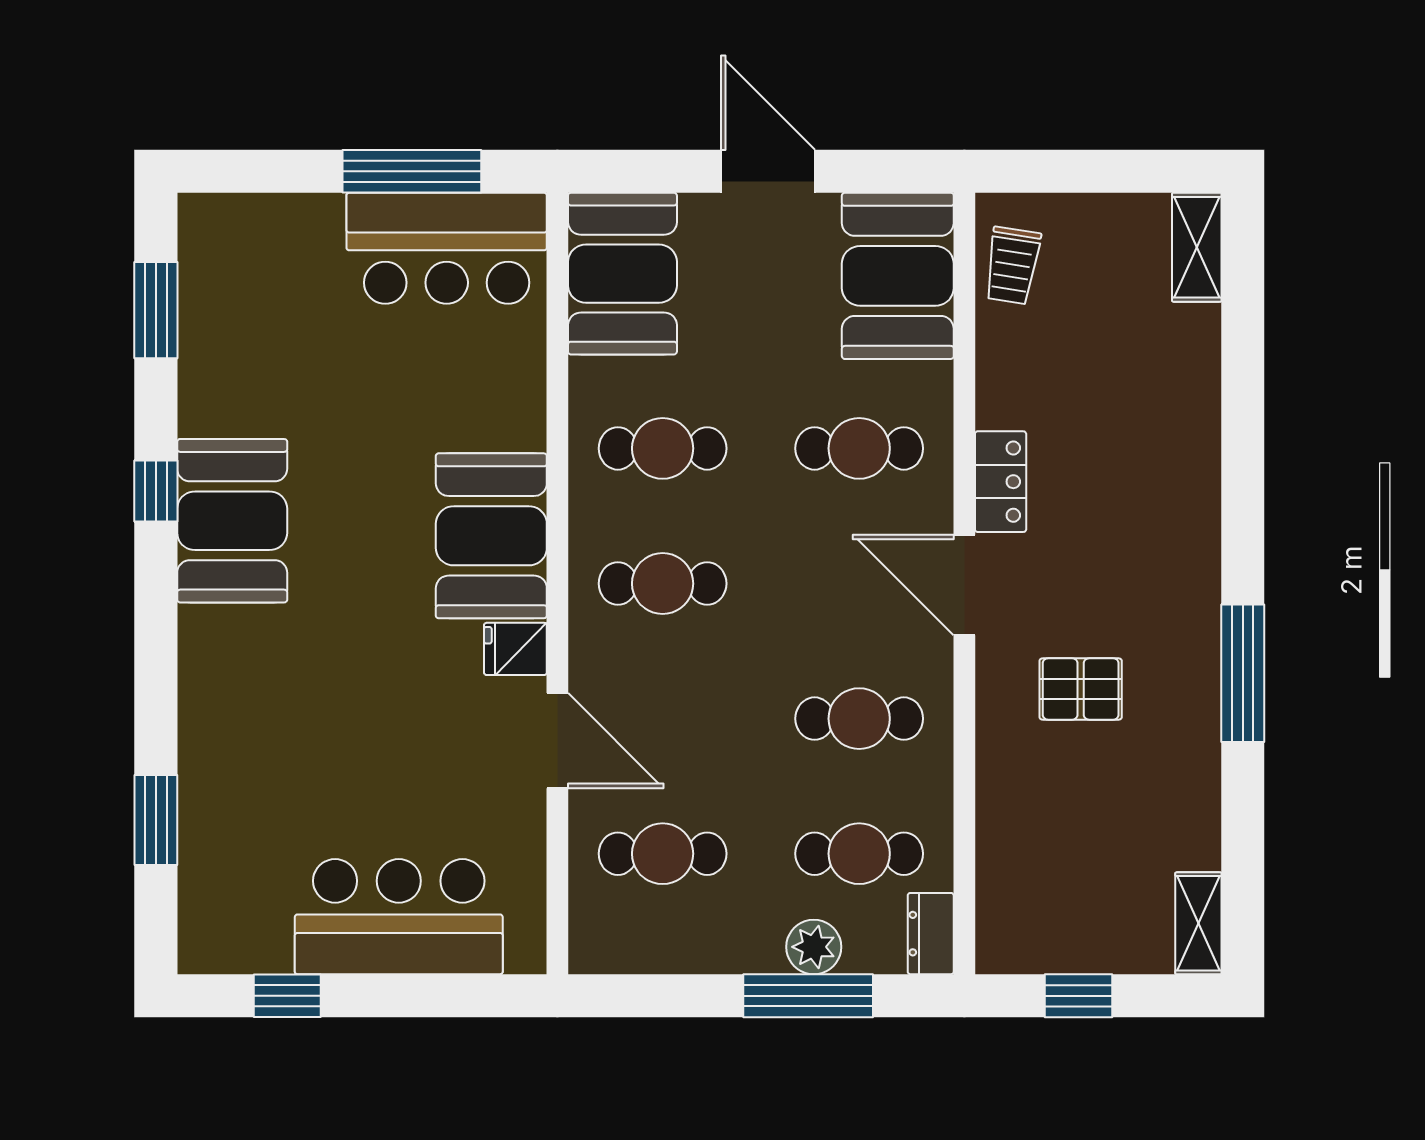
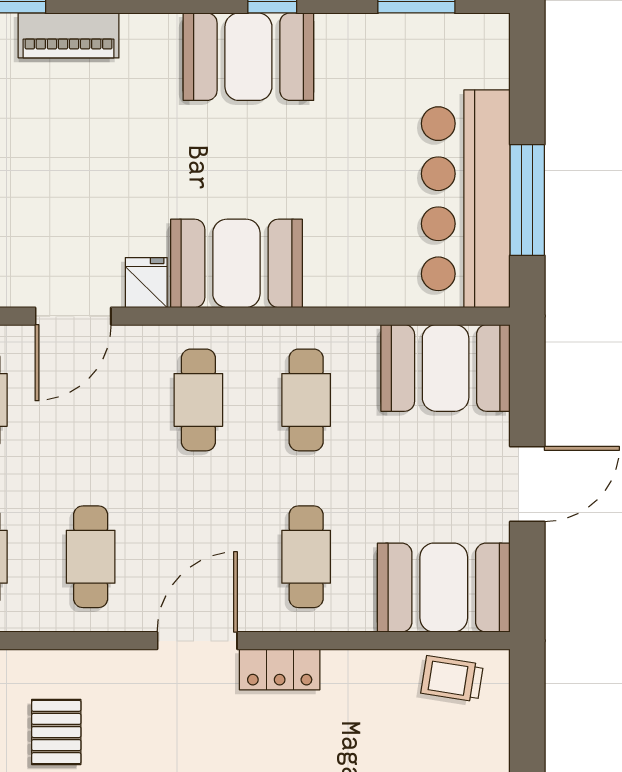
bar counter: (447, 248) -> (466, 199), width x1.36
pallet: (1081, 689) -> (56, 732), moved
piano: (206, 746) -> (69, 35), added

